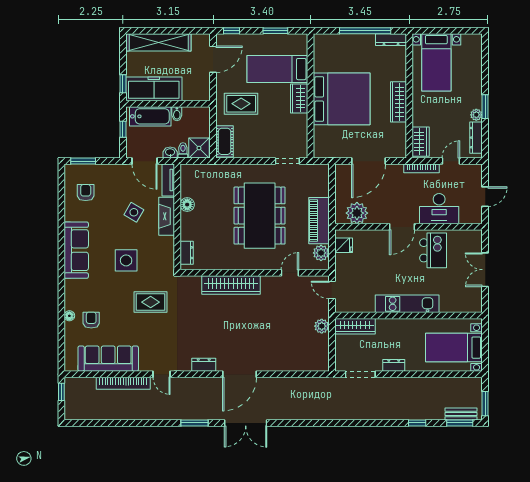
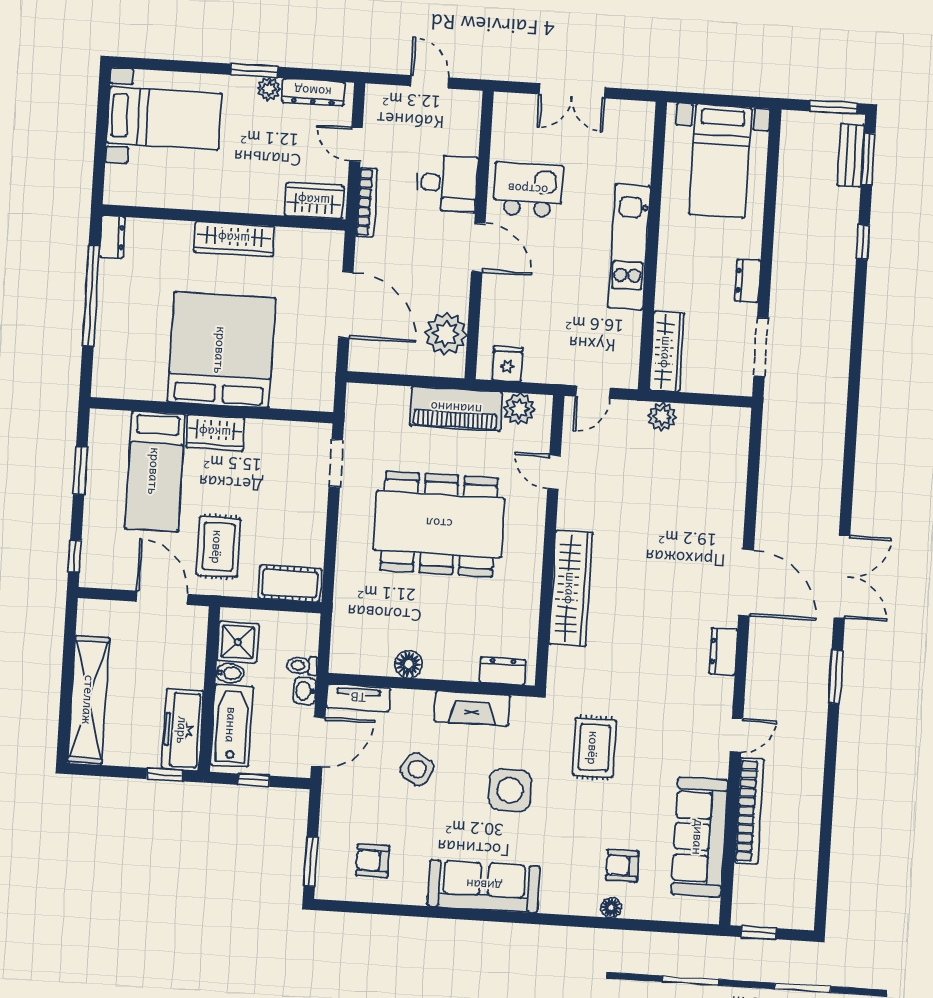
dresser: (391, 40) -> (112, 237), width x0.70
door: (213, 59) -> (162, 598), moved
bed with nightstands: (436, 62) -> (164, 118), moved
freezer: (154, 89) -> (183, 730), width x0.73, depth x0.79
shower: (199, 148) -> (238, 642), moved
desk: (439, 209) -> (447, 183), width x0.73
fireplace: (167, 216) -> (472, 708), moved

